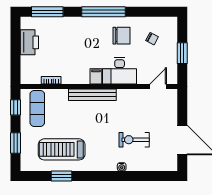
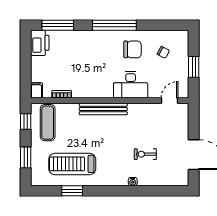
printer: (29, 42) -> (40, 43), moved
filing cabinet: (96, 76) -> (36, 90), moved
exercise bike: (134, 140) -> (145, 154), width x0.73, depth x0.72

